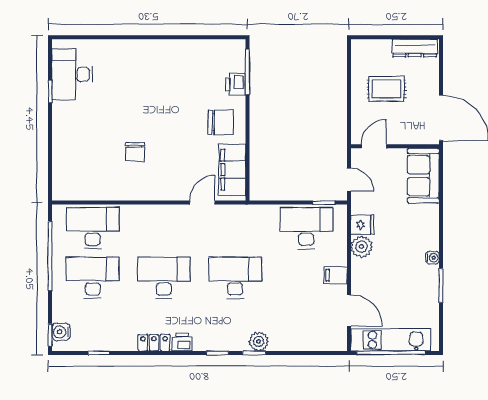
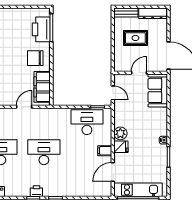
bench: (371, 47) -> (126, 12), added
printer: (236, 84) -> (41, 29), width x1.87, depth x1.48
chair: (221, 122) -> (35, 58), turned 180
door: (374, 146) -> (139, 73), moved
fridge: (362, 225) -> (121, 147), moved
door: (349, 310) -> (113, 172), swing flipped
plant: (259, 341) -> (58, 191), removed
printer: (182, 342) -> (36, 191), moved

